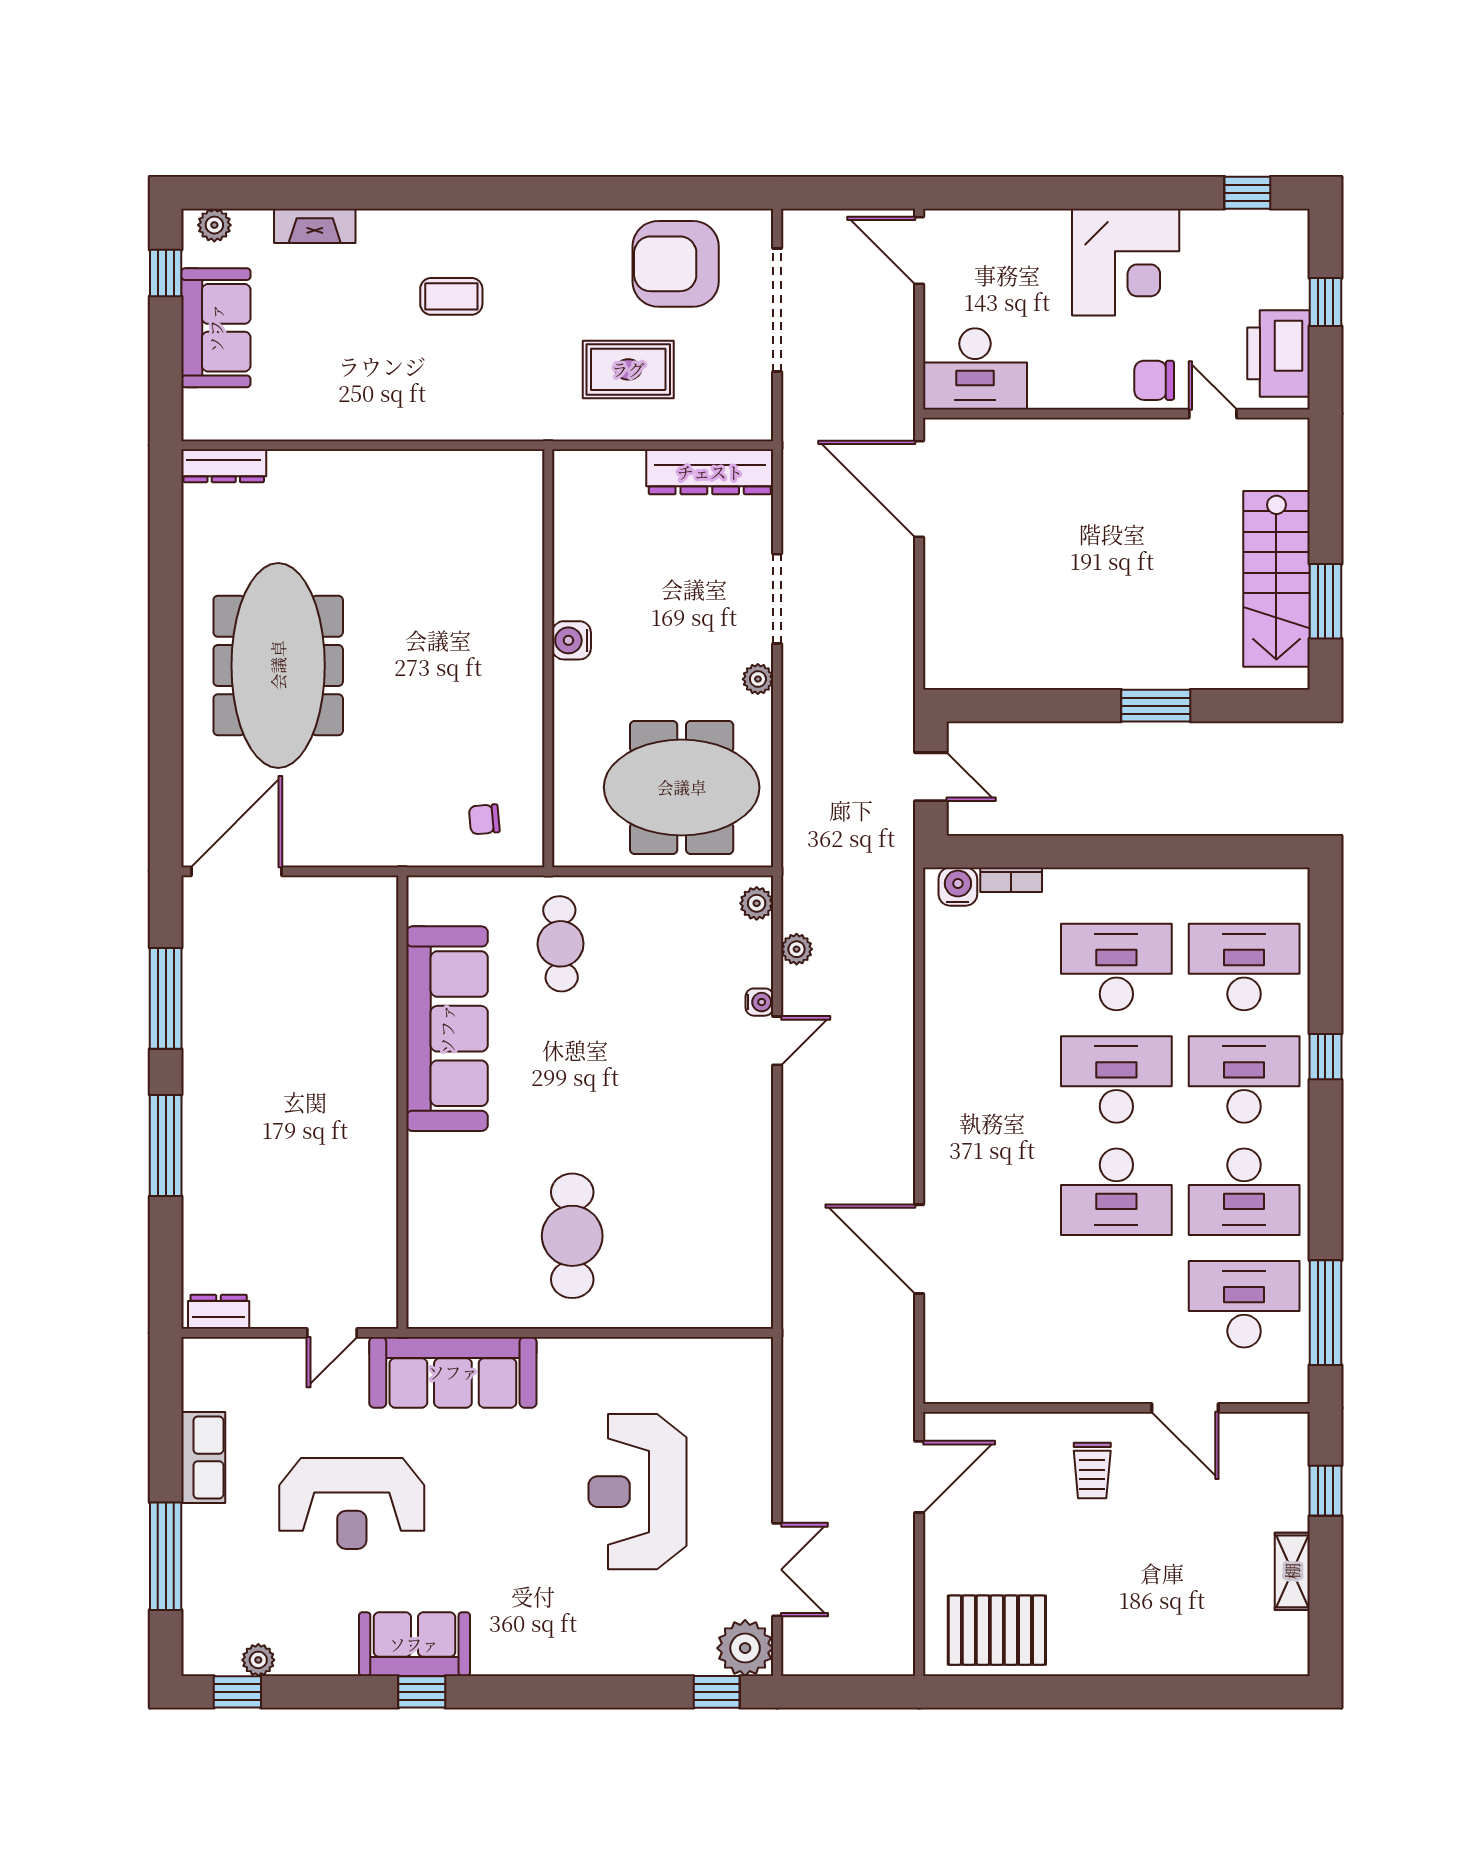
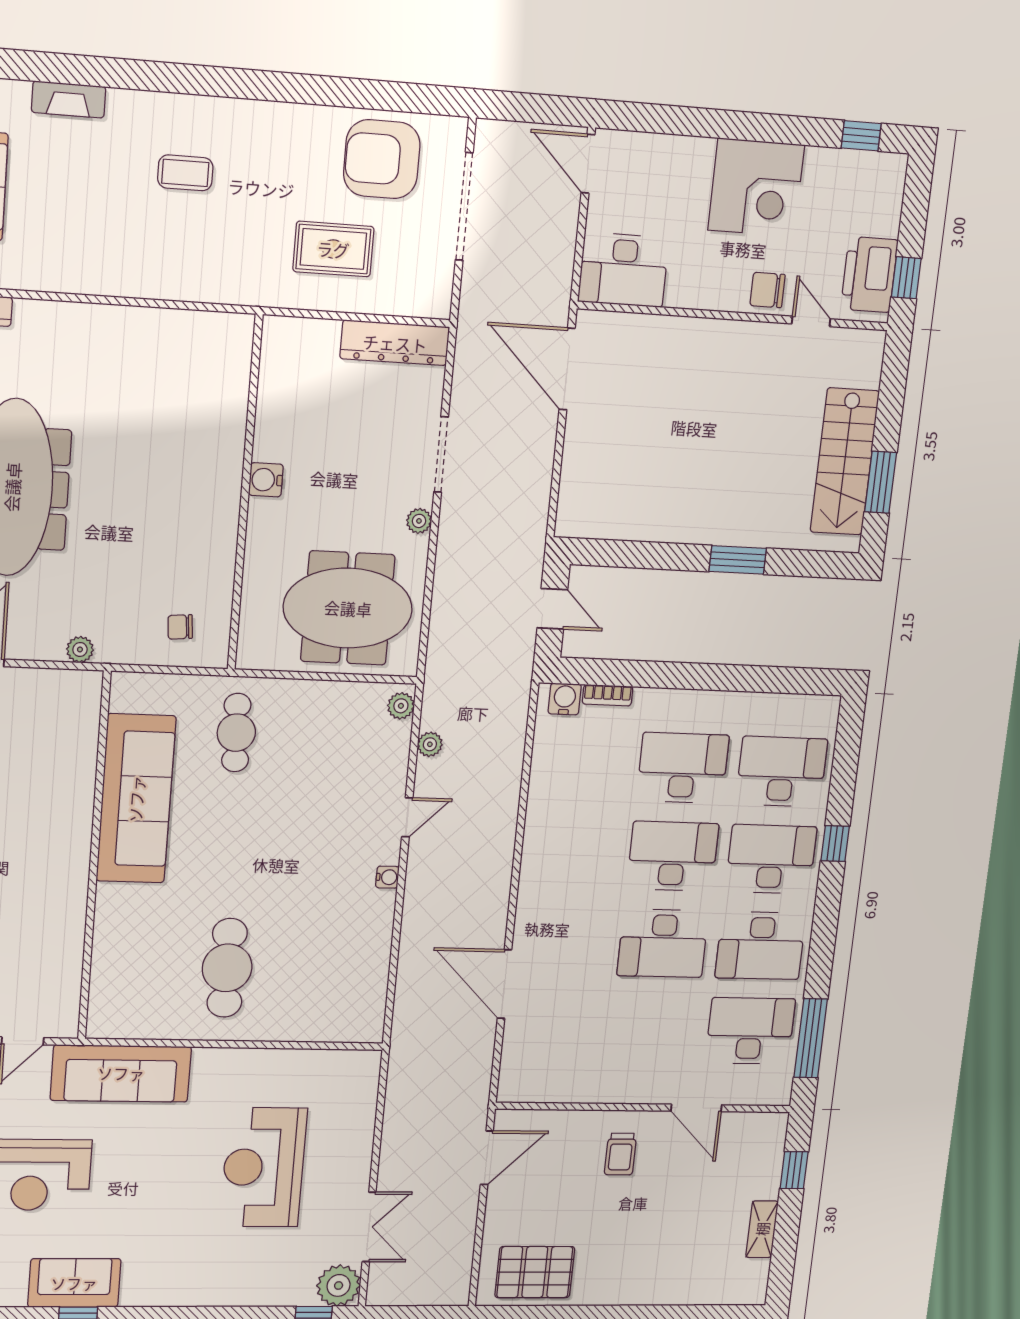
window: (1325, 302) -> (906, 278), moved
plant: (369, 851) -> (80, 649), added
water cooler: (759, 1002) -> (387, 877), moved

